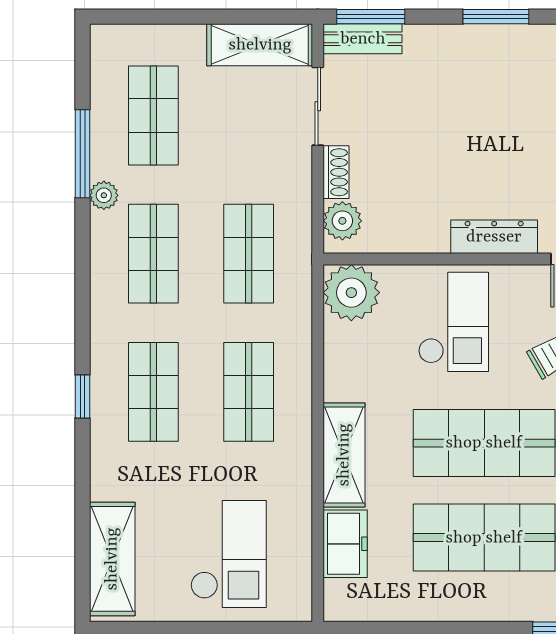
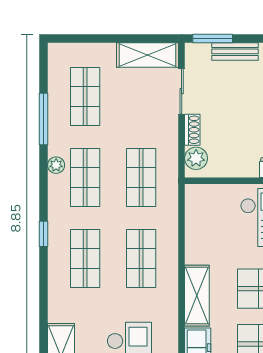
bench: (363, 39) -> (235, 51), moved
plant: (104, 195) -> (56, 165), moved
plant: (351, 293) -> (201, 200), removed
window: (82, 396) -> (44, 234), moved

